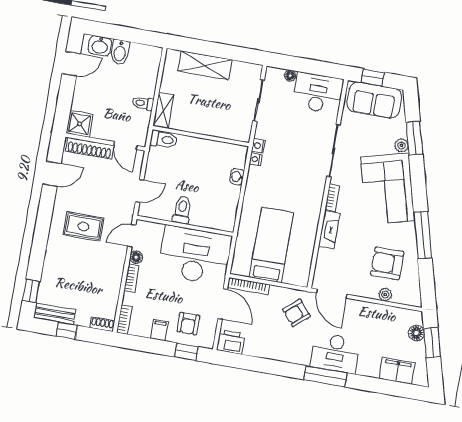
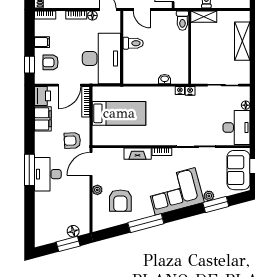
armchair: (387, 263) -> (120, 201), turned 180
plant: (385, 295) -> (97, 190), moved
armchair: (296, 313) -> (72, 140), turned -52
filing cabinet: (397, 371) -> (43, 119), moved

